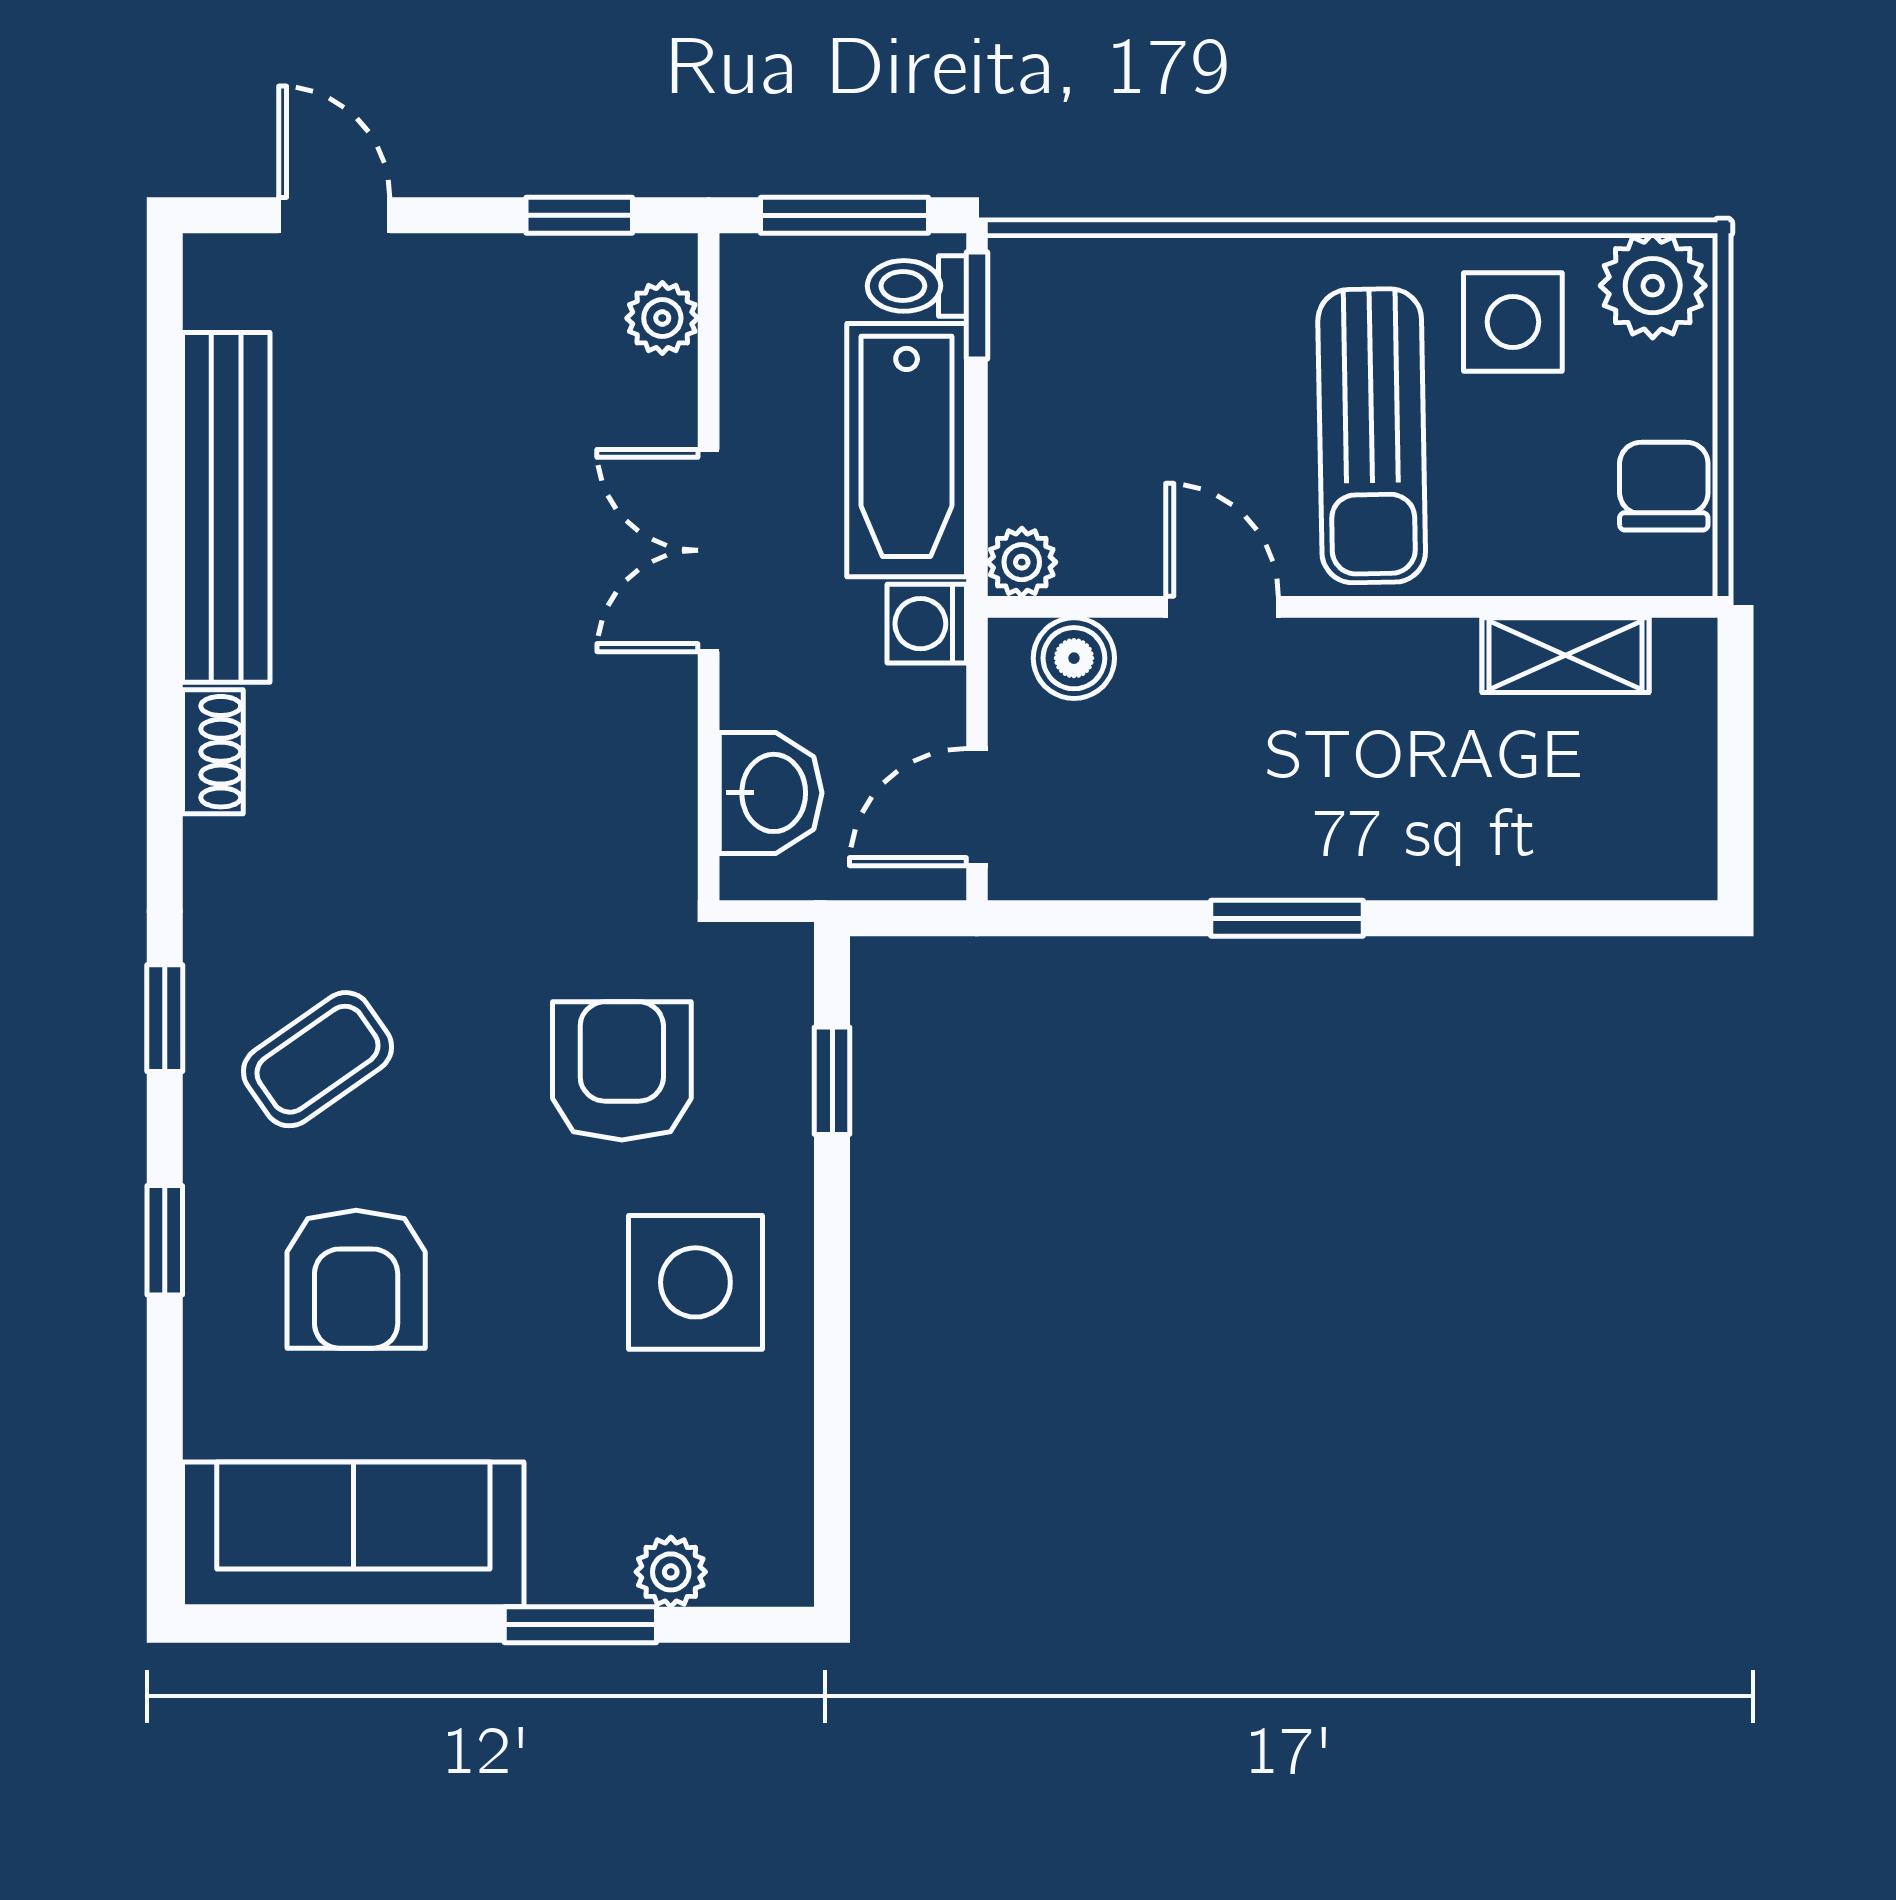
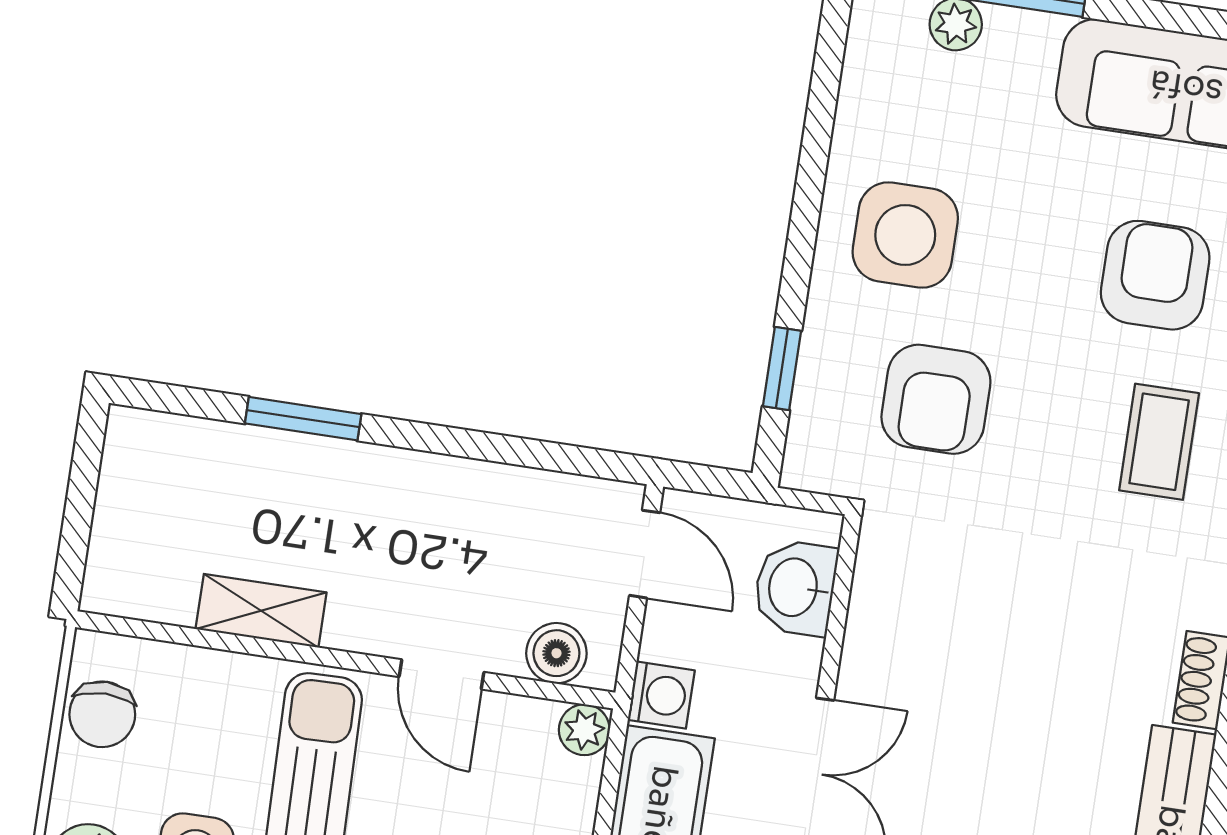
shelving: (1565, 655) -> (261, 611), moved
door: (977, 807) -> (645, 554), hinge flipped
window: (1287, 918) -> (303, 419), moved
coffee table: (318, 1059) -> (1159, 442), turned -55

